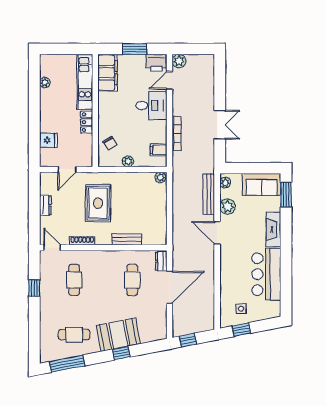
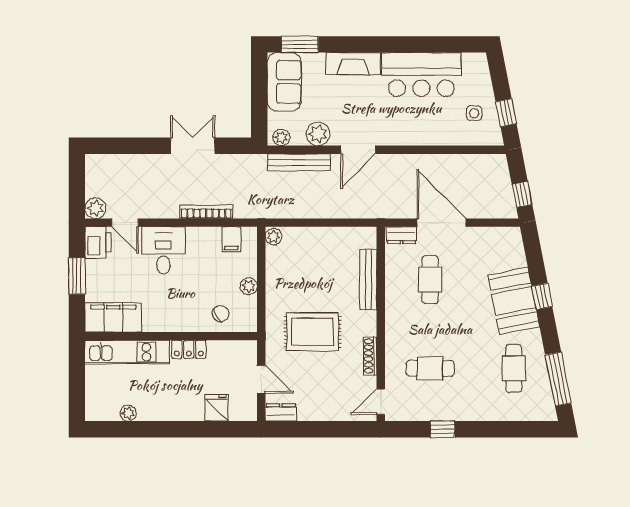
dresser: (45, 205) -> (281, 412), moved
bench: (127, 239) -> (368, 280), width x1.36
cafe table: (132, 280) -> (430, 279), turned 90

